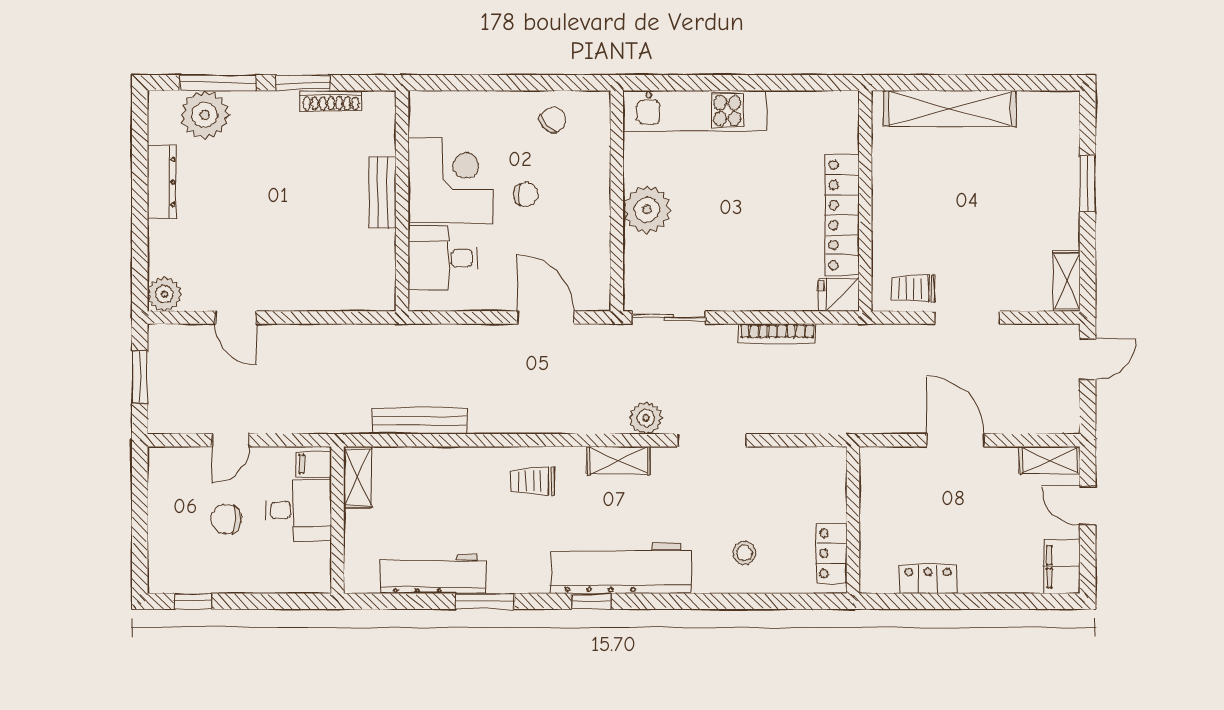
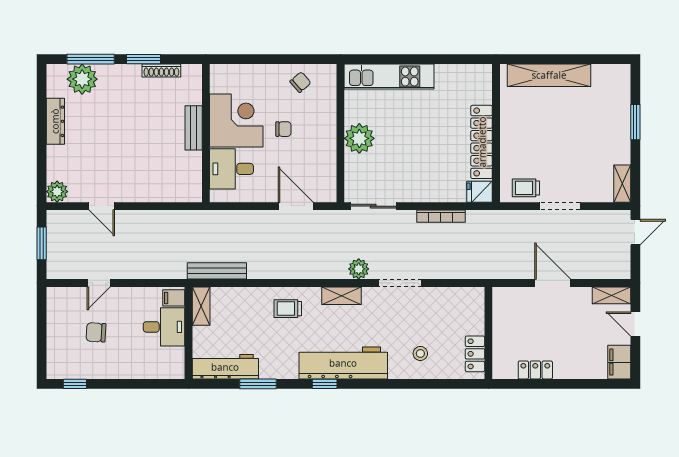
filing cabinet: (314, 464) -> (174, 298), moved
shelving: (358, 477) -> (201, 306), moved
desk: (298, 510) -> (164, 327), moved
wall: (338, 520) -> (189, 333), moved

